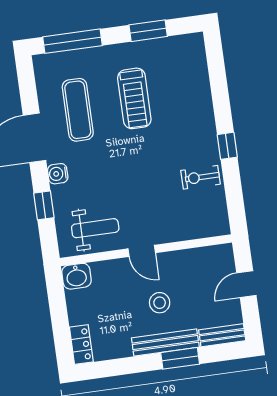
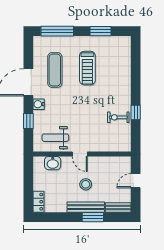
window: (227, 146) -> (136, 113), moved
weight bench: (95, 228) -> (55, 138), turned 180
washbasin: (76, 276) -> (53, 163), moved

